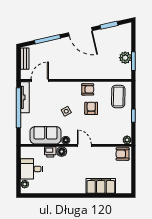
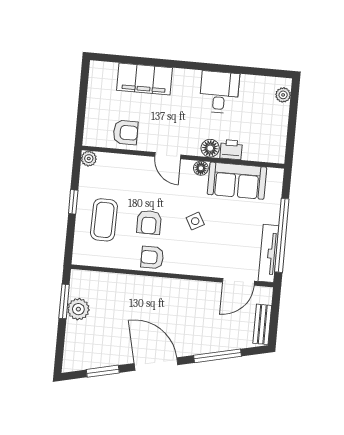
coffee table: (118, 96) -> (104, 220), moved
armchair: (123, 154) -> (126, 132), moved
desk: (32, 169) -> (219, 92), moved, turned -90

